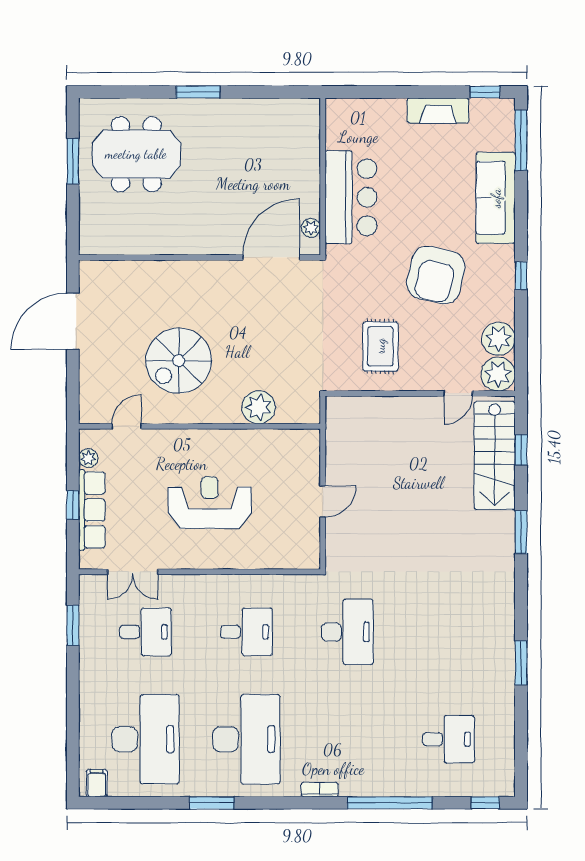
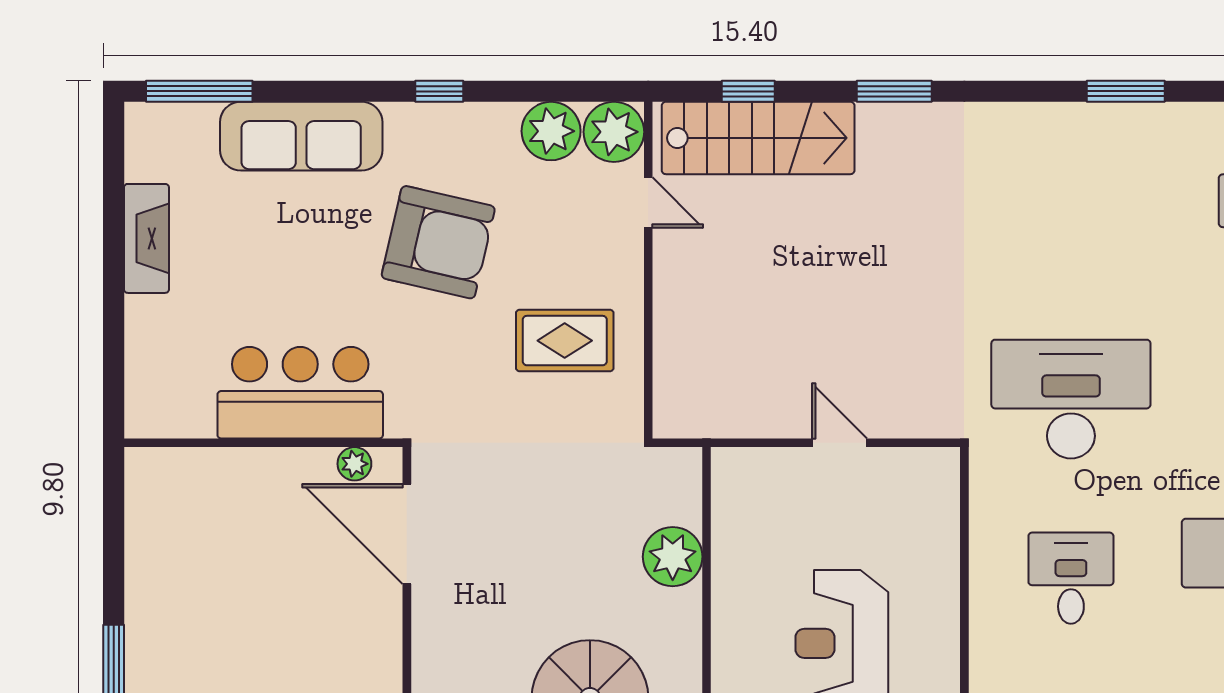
window: (485, 92) -> (114, 155), removed
desk: (347, 632) -> (1071, 399), width x1.36, depth x1.30

